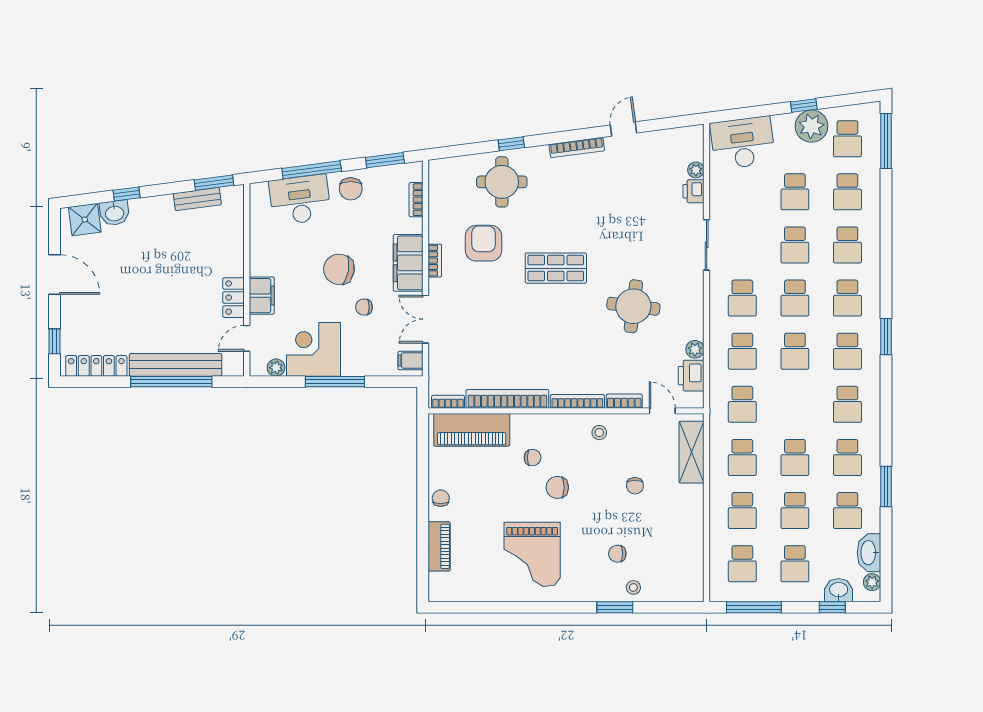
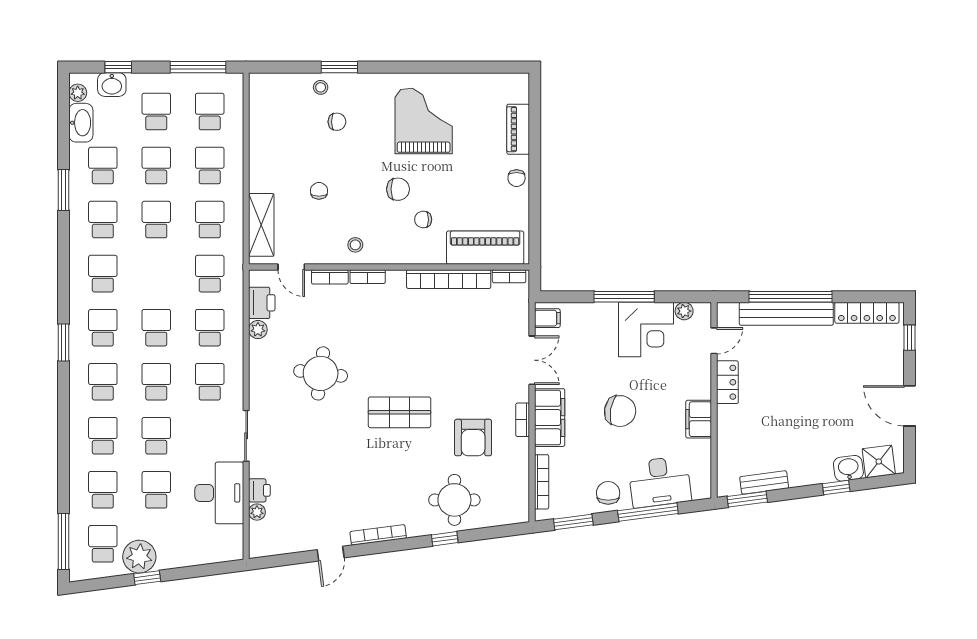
desk: (743, 143) -> (219, 493), moved, turned -83
bookcase: (416, 200) -> (542, 482), width x1.56
filing cabinet: (262, 296) -> (699, 419), moved
chair: (364, 307) -> (595, 373), removed
bookcase: (577, 401) -> (368, 277), width x0.64

